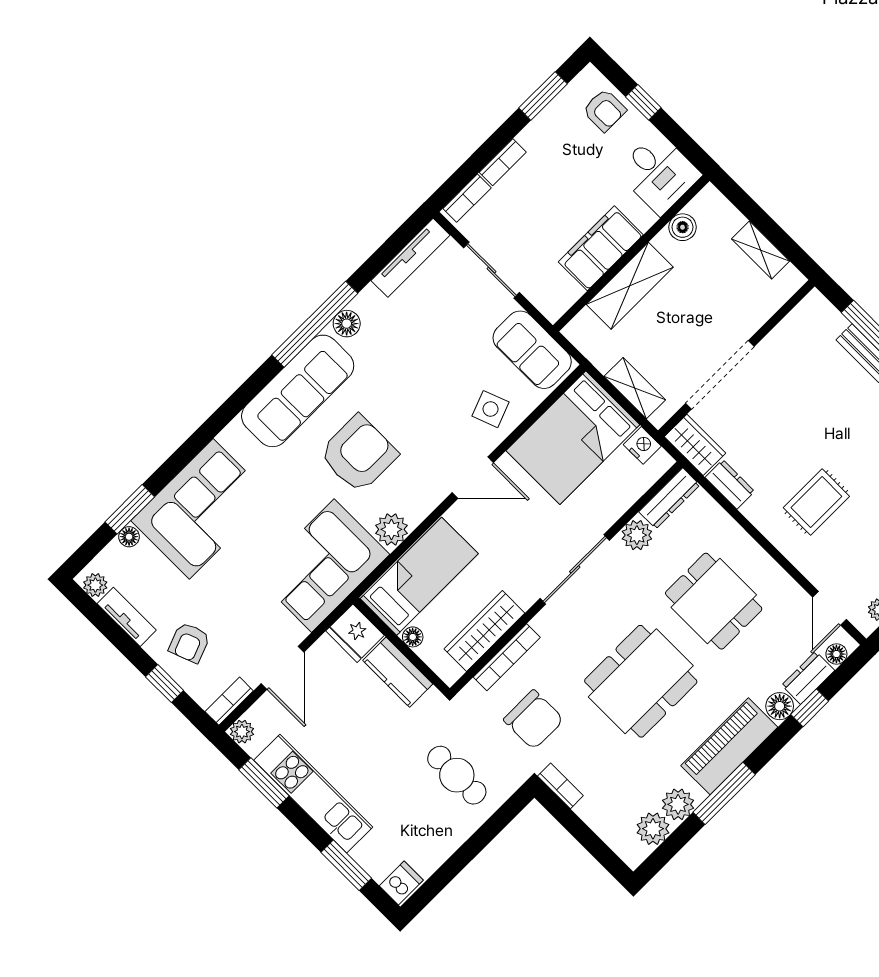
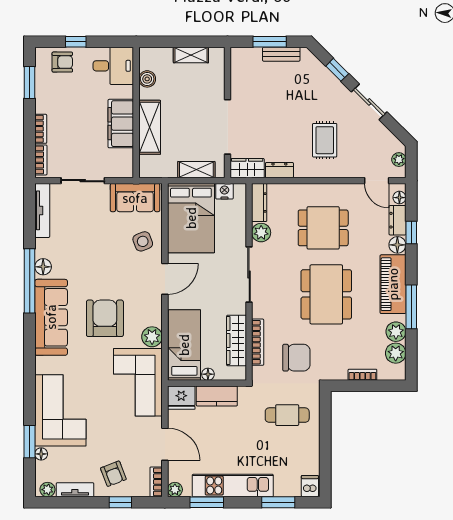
bookcase: (560, 786) -> (362, 375), moved

